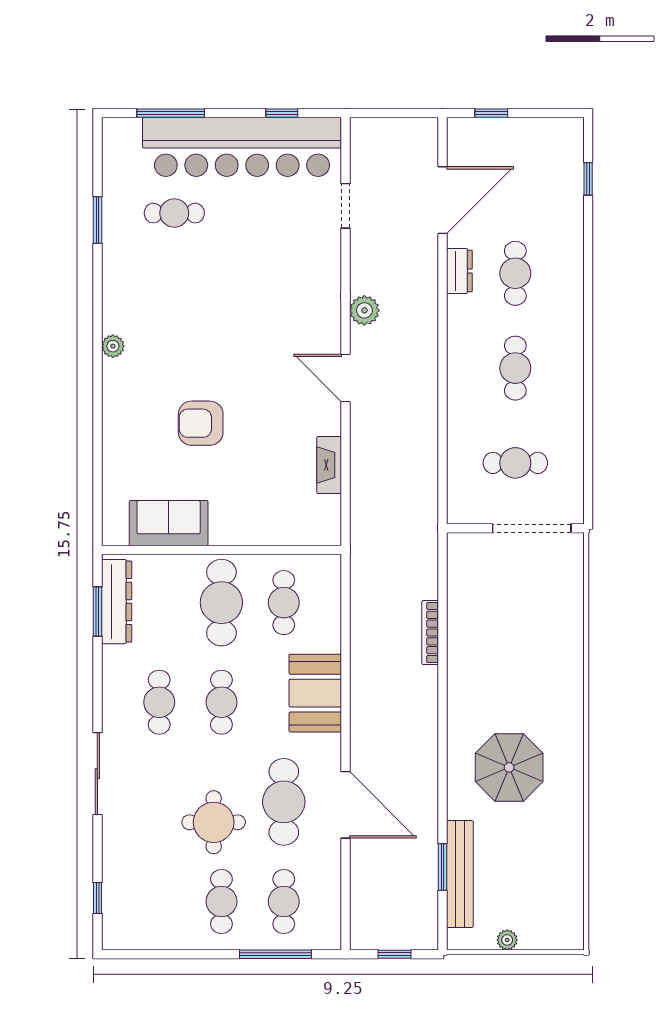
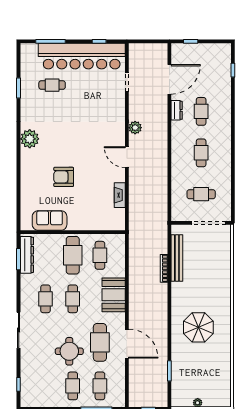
plant: (113, 346) -> (30, 139), width x1.88, depth x1.88
bench: (460, 874) -> (177, 258), moved

